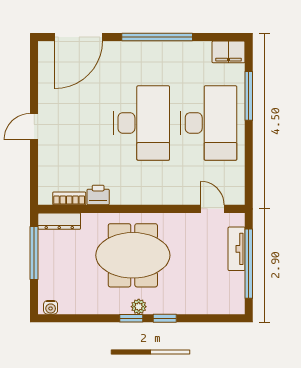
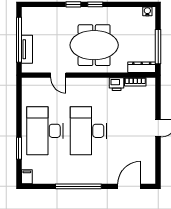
door: (79, 37) -> (129, 186), width x0.73
filing cabinet: (229, 52) -> (27, 177), width x0.50
window: (249, 96) -> (19, 148), width x0.69
door: (212, 209) -> (58, 75), moved
plant: (139, 307) -> (90, 12), removed

